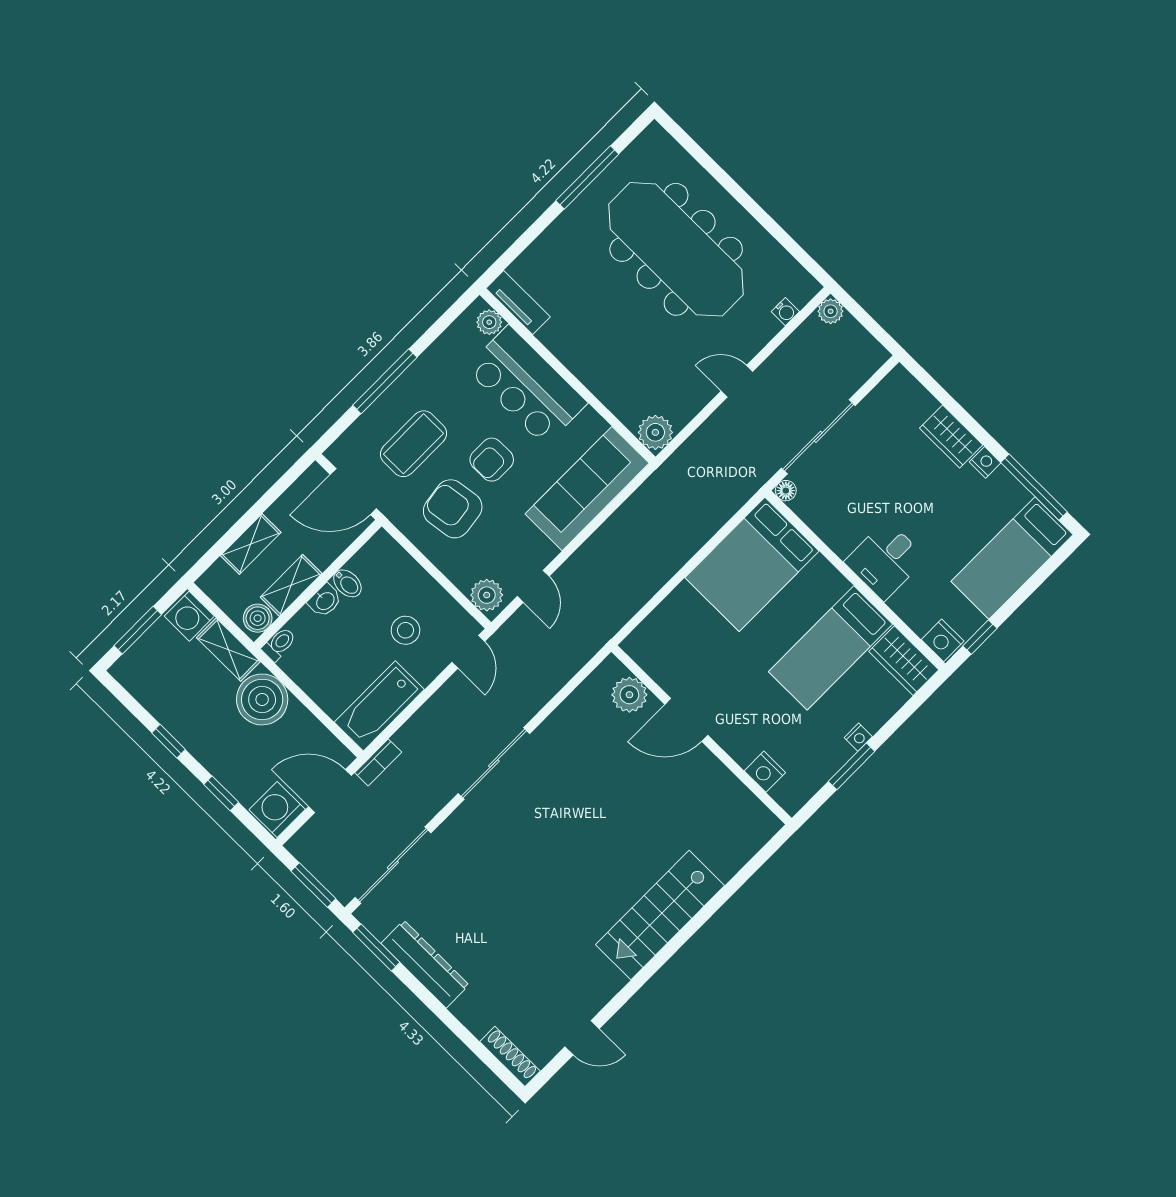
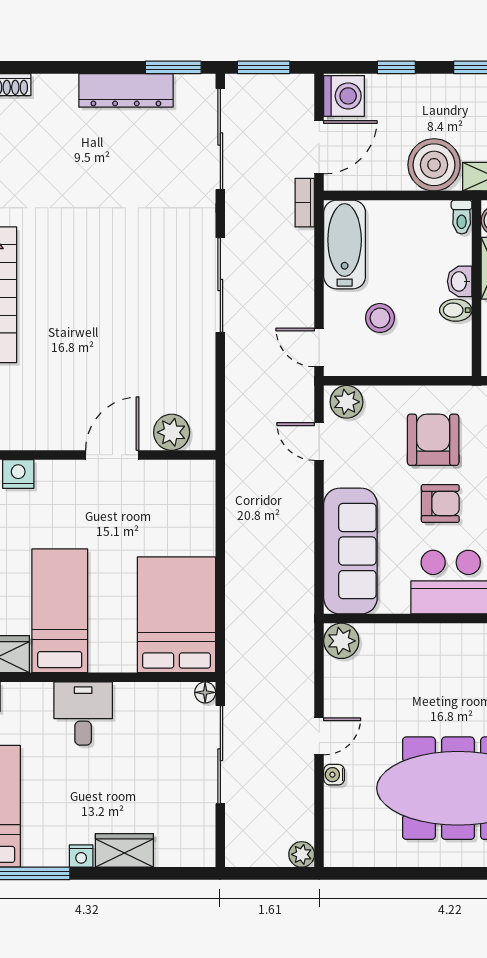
water cooler: (785, 312) -> (334, 775), moved
armchair: (492, 460) -> (440, 503), turned 90
armchair: (453, 509) -> (433, 440), turned -82

